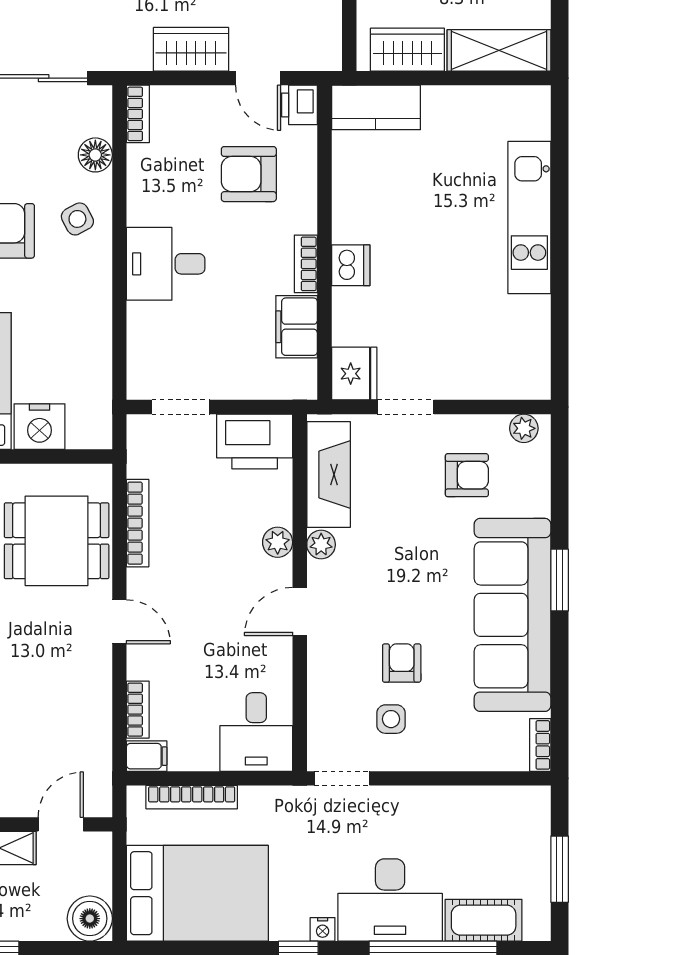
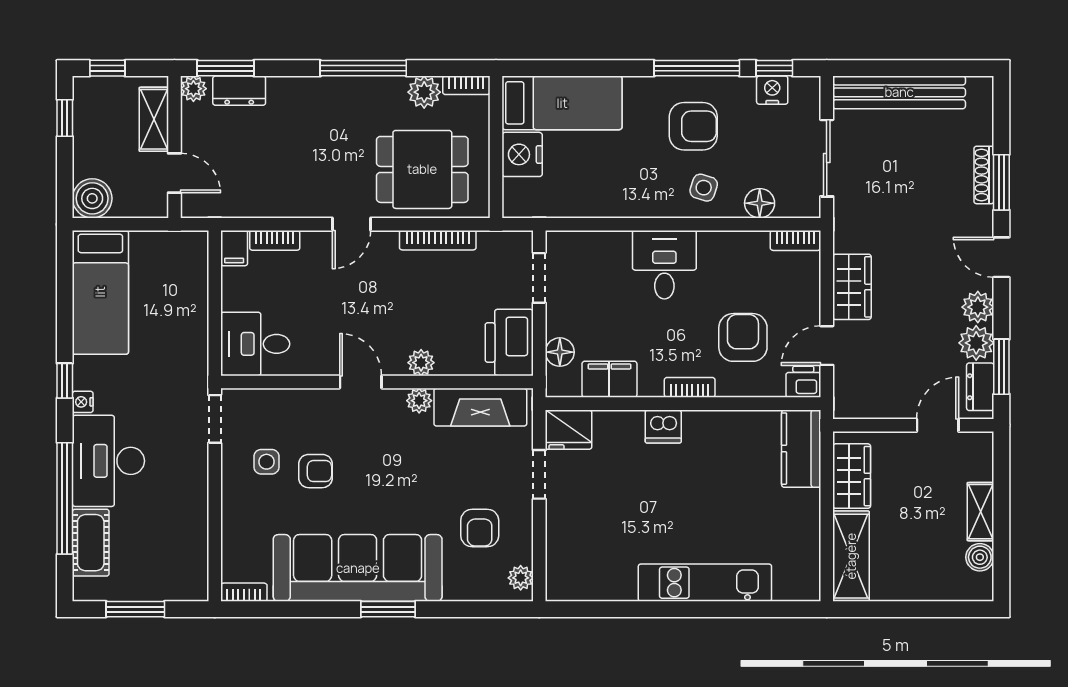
side table: (77, 219) -> (704, 188), turned 45
bookcase: (306, 264) -> (690, 387), moved
floor lamp: (266, 384) -> (560, 352), added
dining table: (57, 541) -> (422, 169), turned 90
bookcase: (192, 797) -> (198, 287), removed
bed: (197, 893) -> (100, 292), width x0.67

